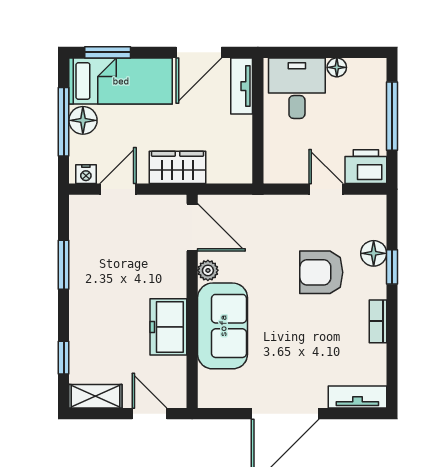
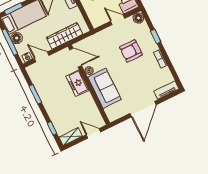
wardrobe: (177, 167) -> (65, 36), width x1.50
door: (118, 189) -> (42, 57), hinge flipped
floor lamp: (374, 253) -> (138, 18), moved
freezer: (168, 327) -> (77, 83), moved

